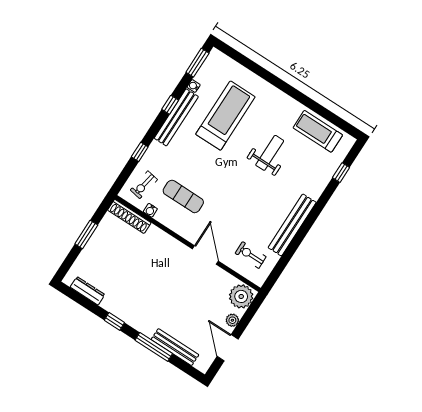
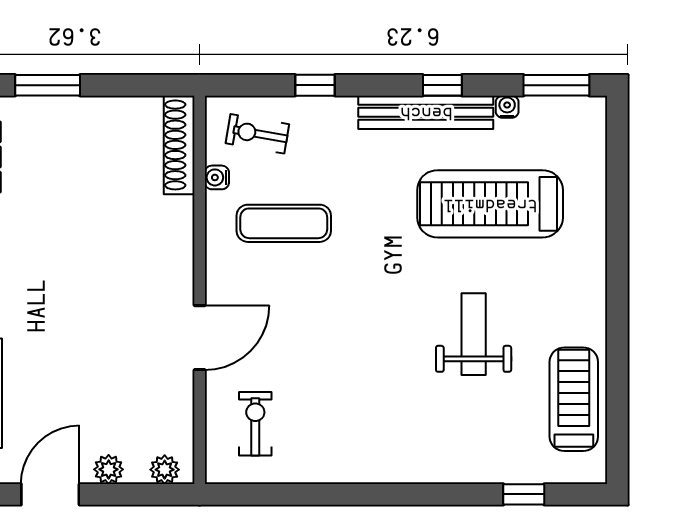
treadmill: (225, 116) -> (490, 204), turned 180
weight bench: (270, 153) -> (474, 334), turned -90
exercise mat: (183, 196) -> (284, 223), turned 90
bench: (292, 225) -> (364, 466), removed
window: (86, 234) -> (48, 85), moved
plant: (241, 296) -> (165, 470), width x0.53, depth x0.53

